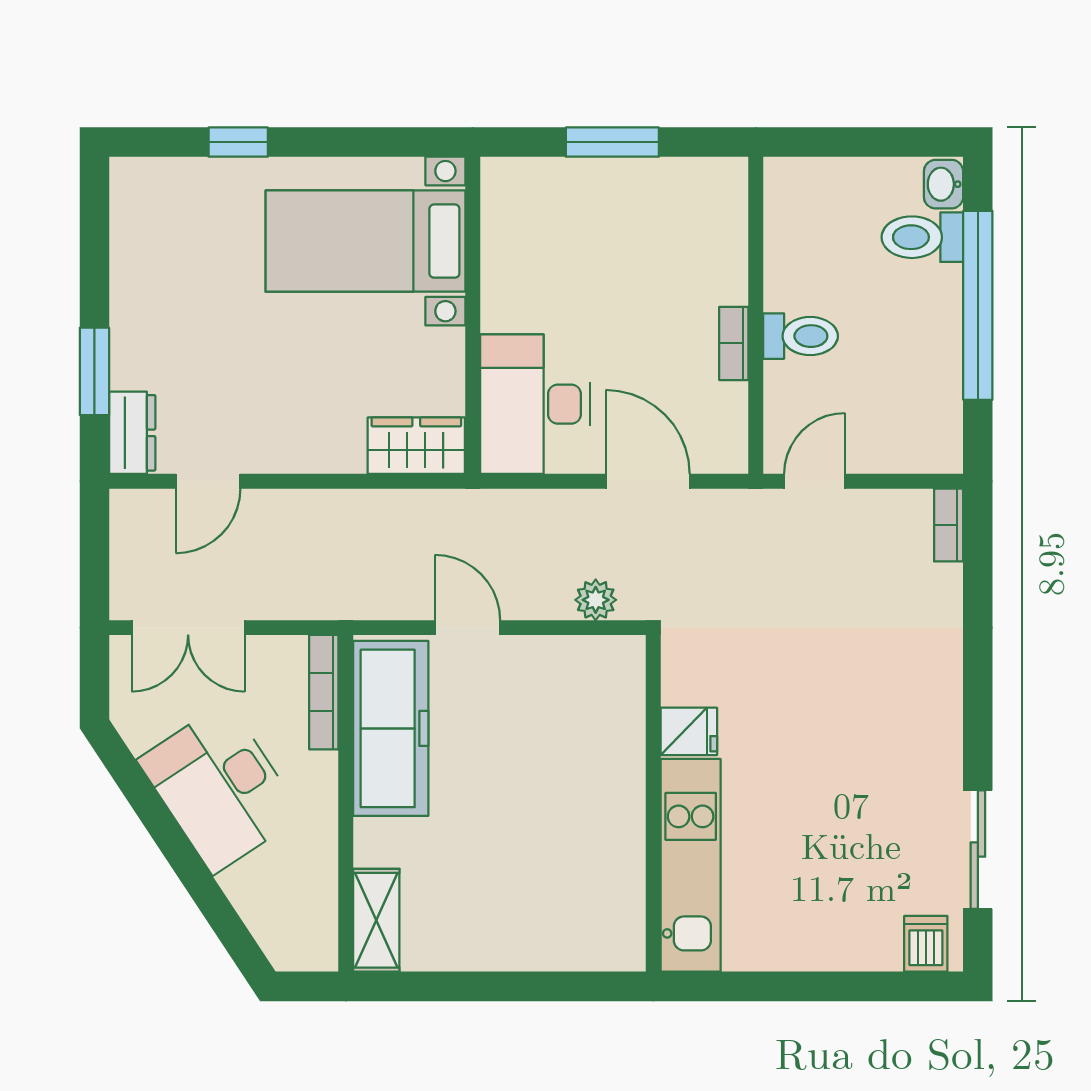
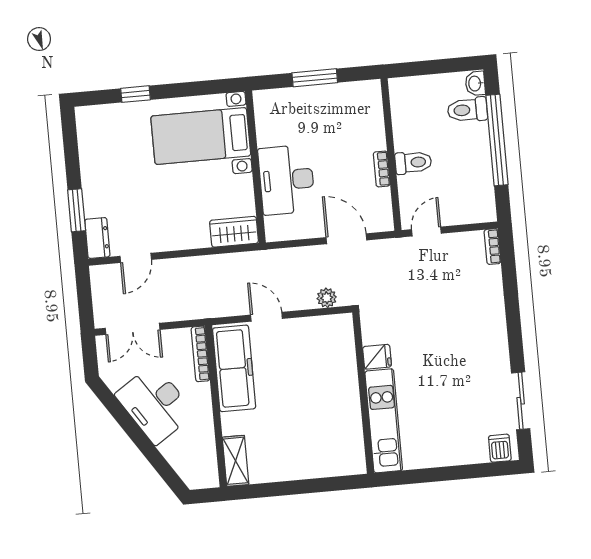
desk: (535, 404) -> (287, 180), moved

